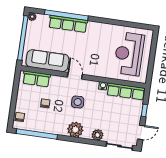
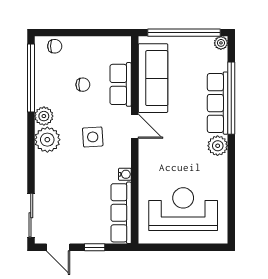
plant: (94, 27) -> (218, 146), added
door: (75, 76) -> (135, 126), hinge flipped
row of seats: (36, 79) -> (121, 84), moved
plant: (98, 135) -> (44, 116), moved

